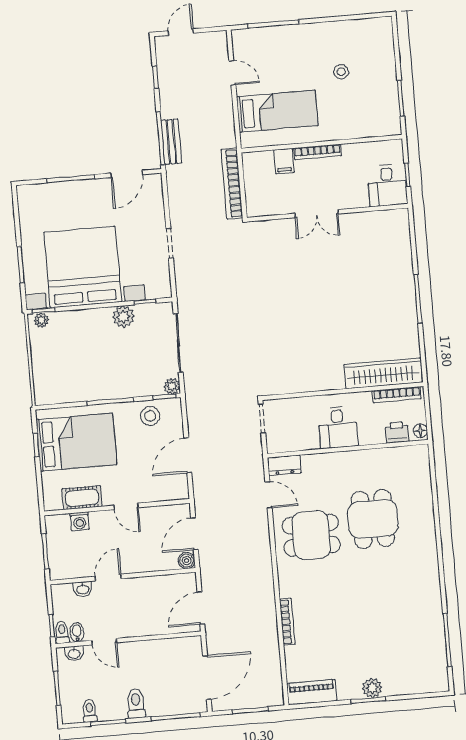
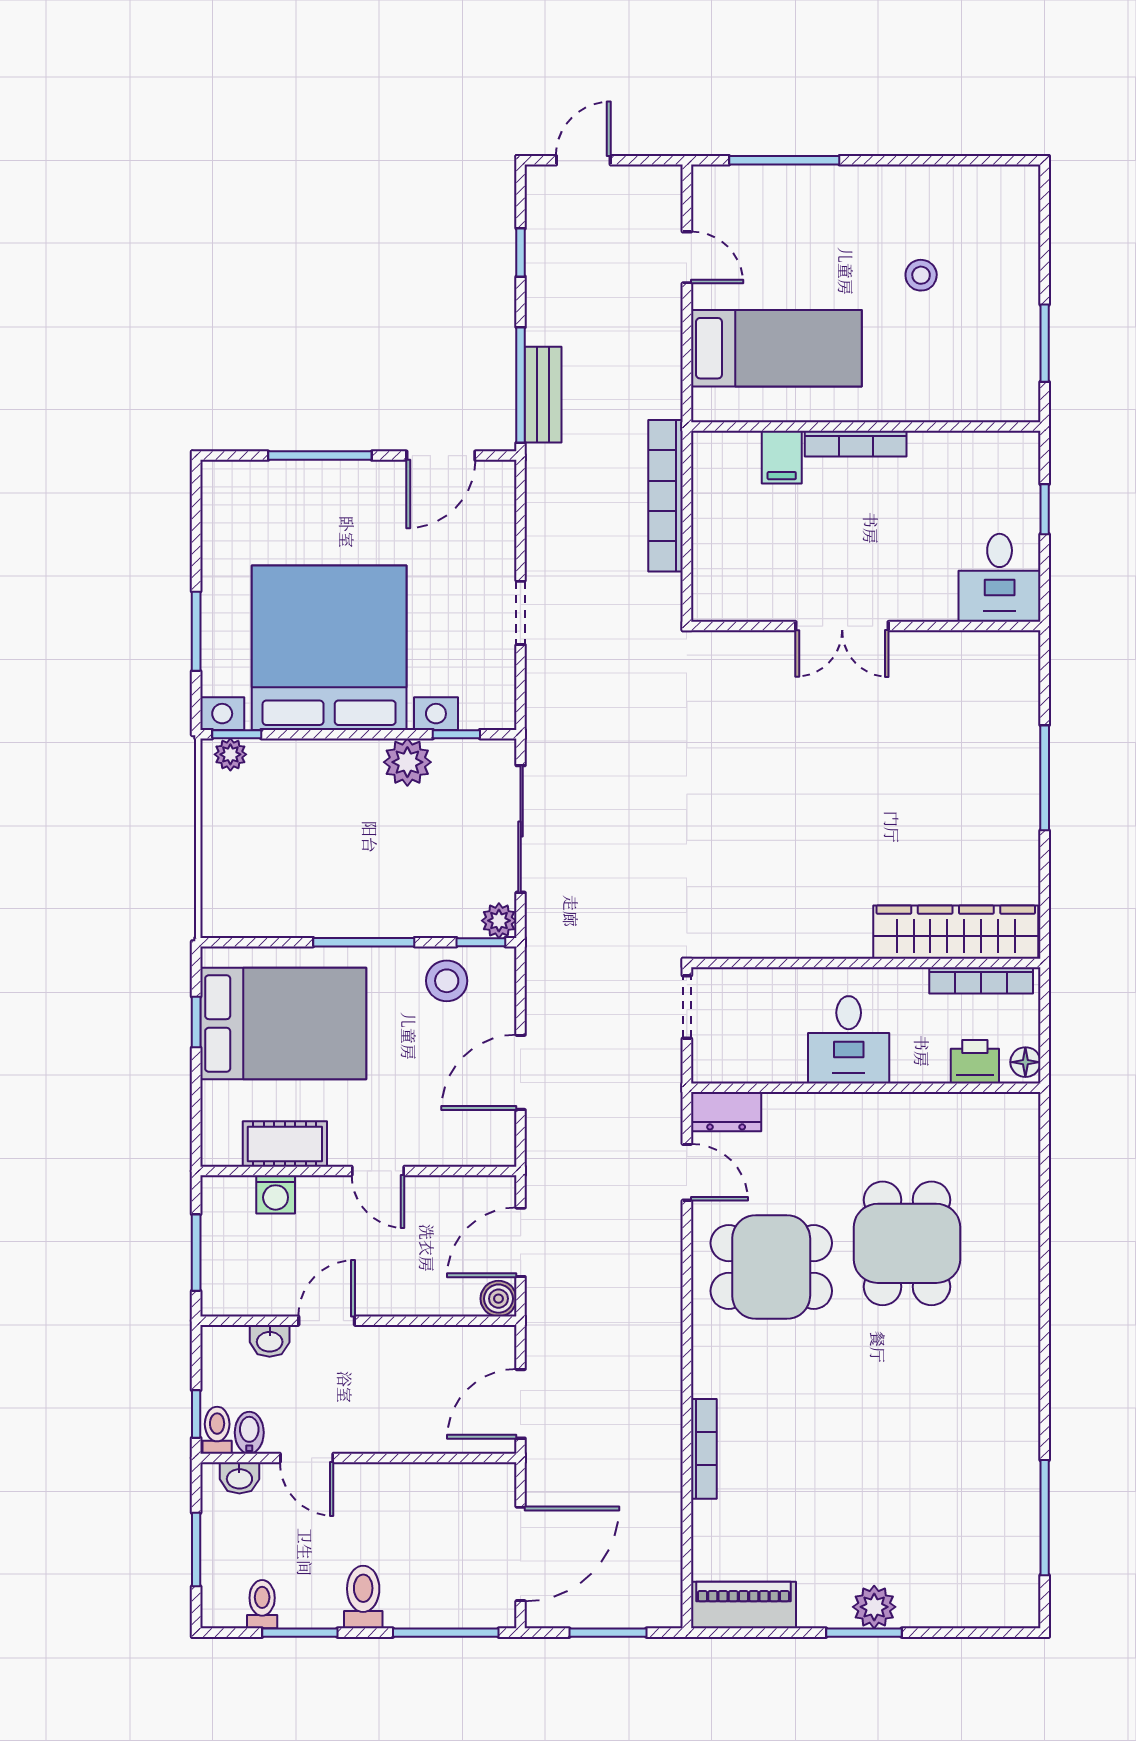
desk: (387, 185) -> (1000, 578), moved
wall: (327, 213) -> (866, 626), moved
double door: (317, 214) -> (842, 626), moved

